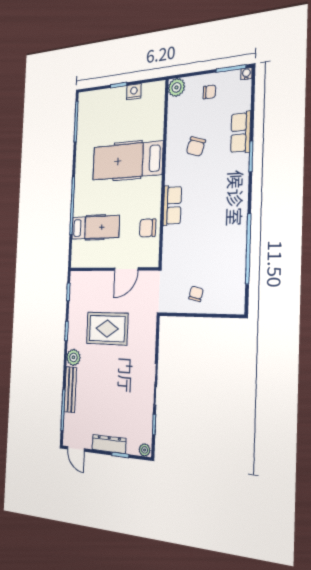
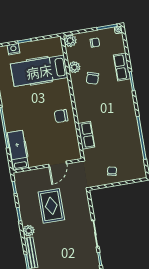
nightstand: (134, 92) -> (14, 49), moved
plant: (174, 128) -> (74, 67), added
hospital bed: (127, 161) -> (39, 71), moved
row of seats: (172, 205) -> (86, 135), moved
hospital bed: (95, 227) -> (18, 150), moved, turned -90
chair: (148, 228) -> (61, 116), moved
rug: (107, 329) -> (51, 206), turned 90

